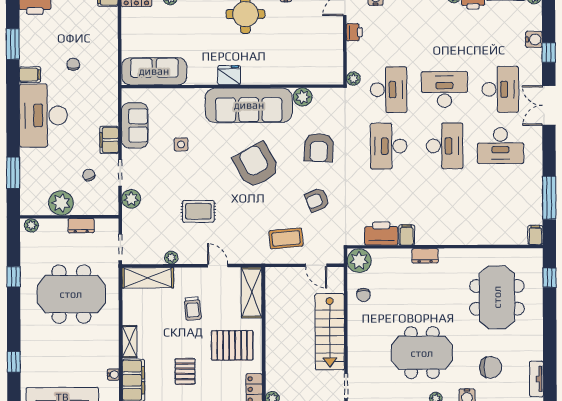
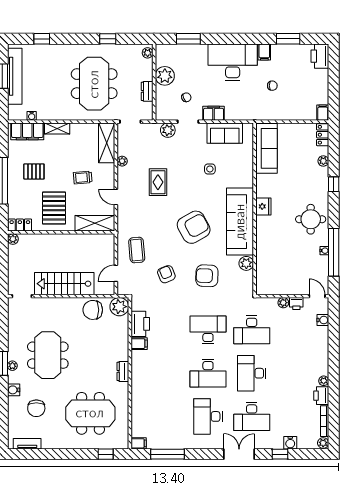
plant: (353, 79) -> (283, 303), moved
desk: (444, 89) -> (252, 373), turned 180
dresser: (425, 256) -> (123, 371), moved
door: (218, 266) -> (116, 197), swing flipped
chair: (363, 295) -> (93, 310), width x1.87, depth x1.87

